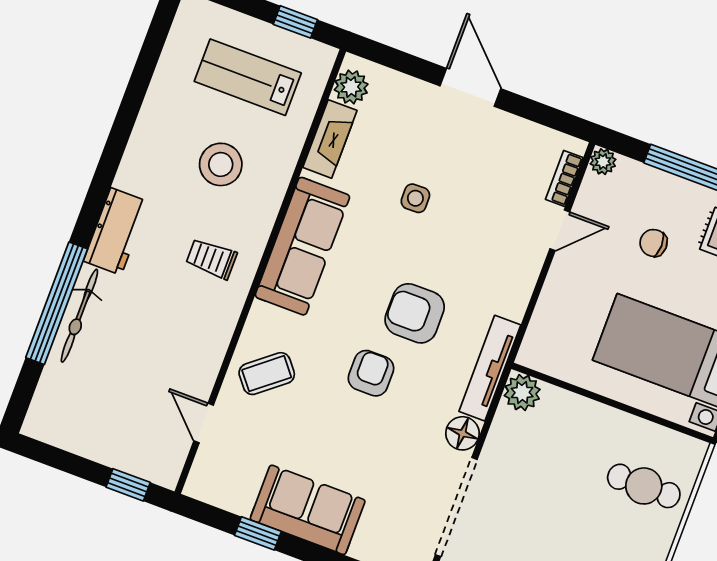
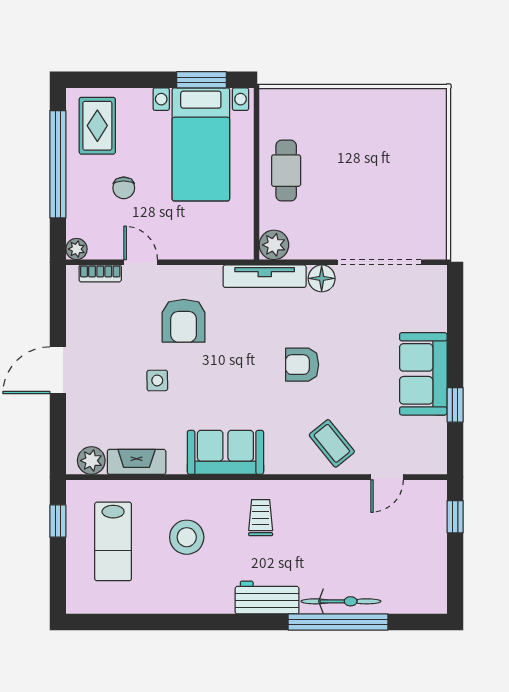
sofa: (302, 246) -> (225, 452), width x0.73
trolley: (211, 259) -> (261, 518), turned 180
armchair: (415, 313) -> (184, 321), moved
cafe table: (644, 486) -> (286, 171), moved

